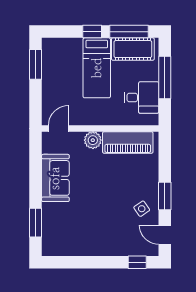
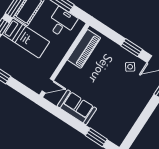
door: (58, 128) -> (48, 86), swing flipped
plant: (93, 140) -> (69, 69), removed

